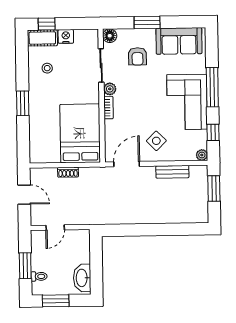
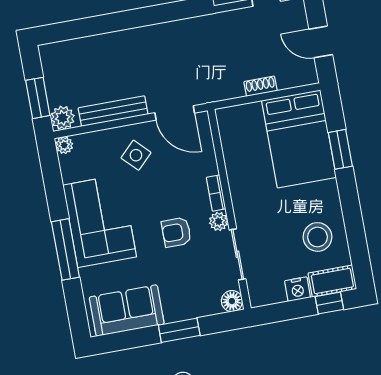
armchair: (137, 56) -> (176, 232), moved, turned -90
stool: (47, 68) -> (317, 237), width x1.89, depth x1.89
window: (23, 103) -> (340, 149), moved
window: (213, 132) -> (53, 182), removed
bed: (80, 133) -> (299, 139), moved
door: (127, 164) -> (175, 113), hinge flipped
bench: (172, 172) -> (113, 111), width x1.36
plant: (200, 173) -> (63, 118), added

